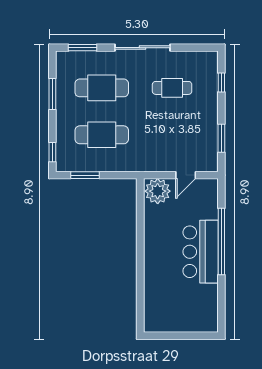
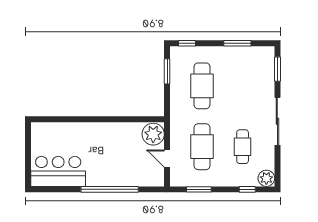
plant: (209, 60) -> (266, 178), added
cafe table: (102, 88) -> (202, 147), moved
bar counter: (201, 252) -> (58, 171), moved

